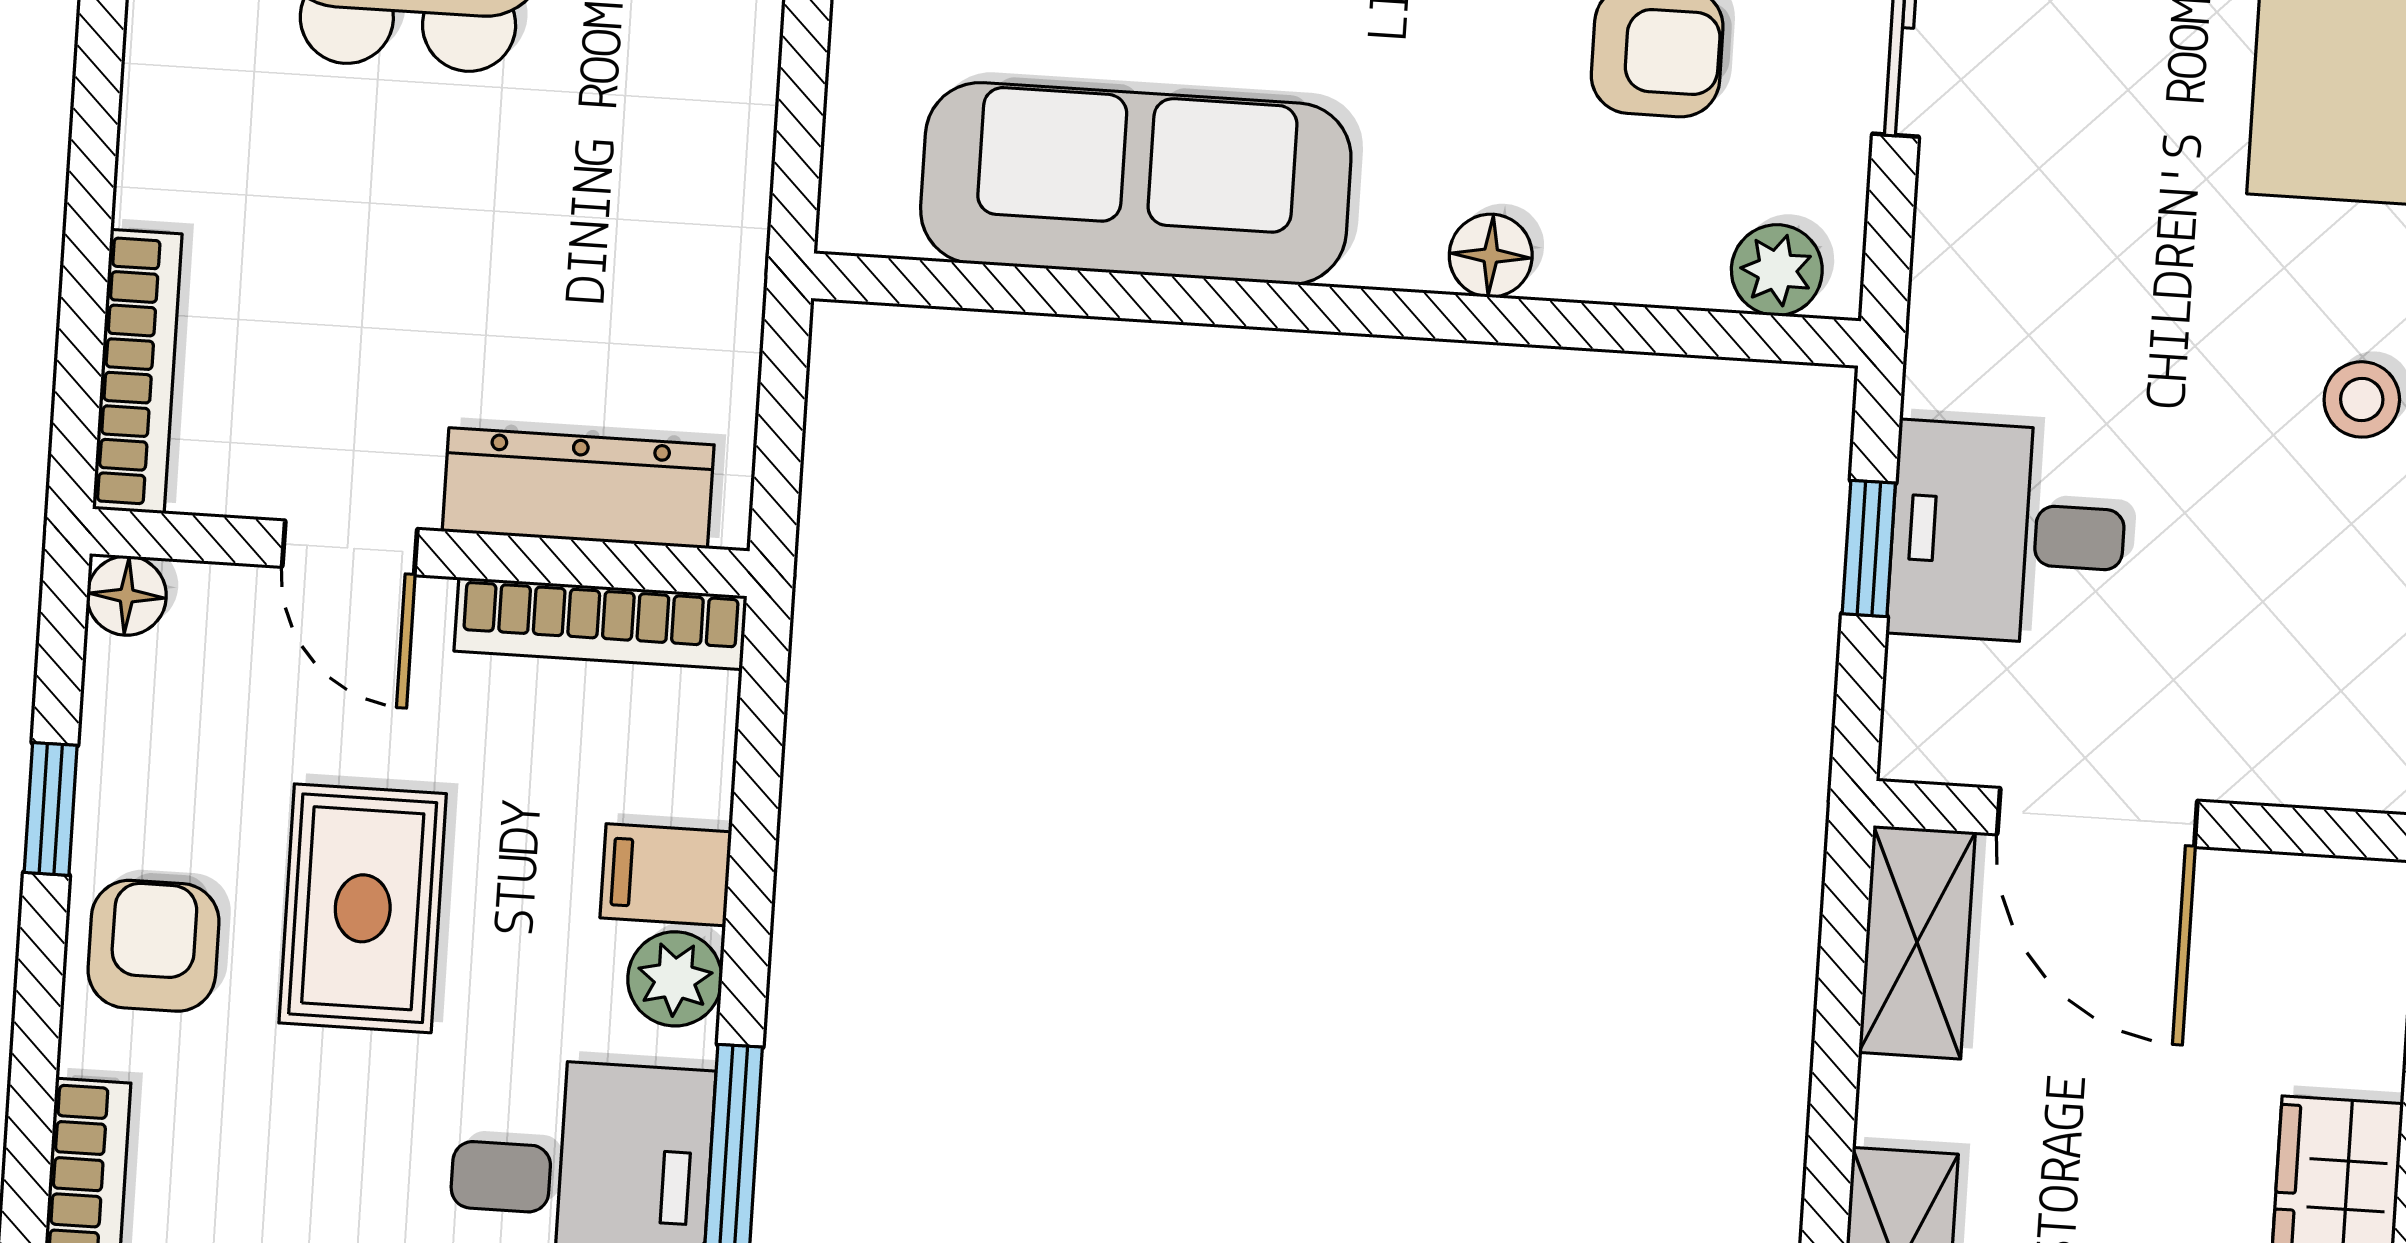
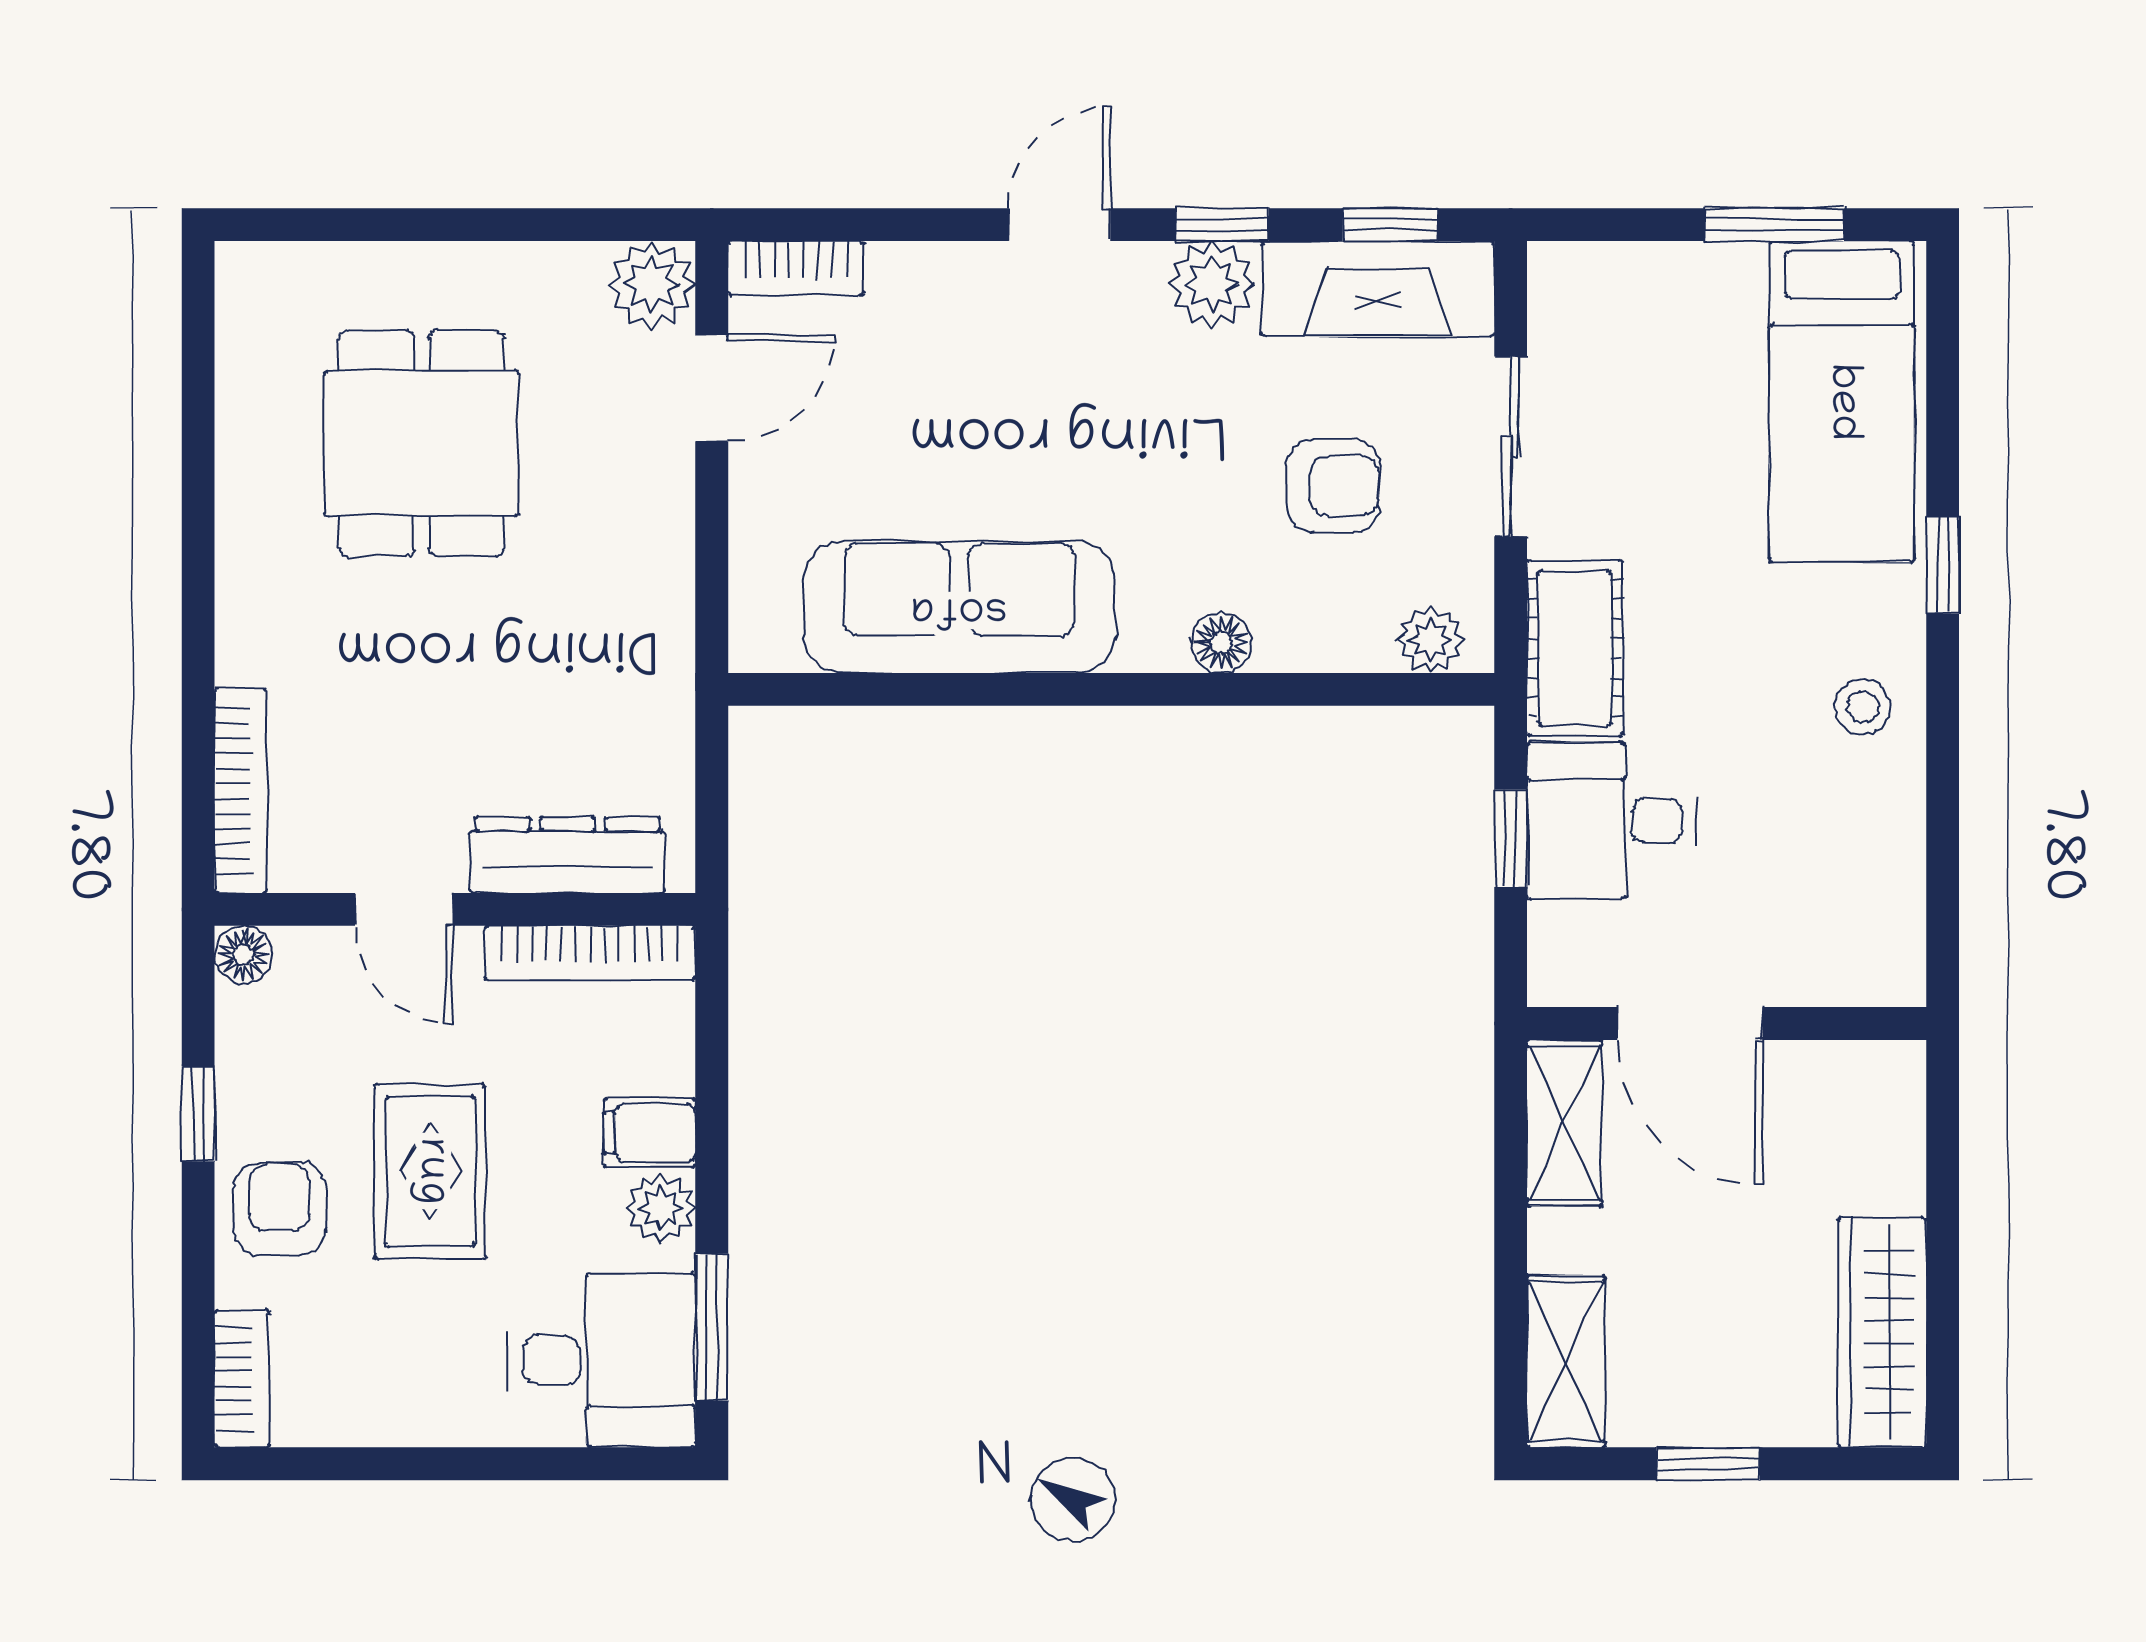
cot: (1973, 294) -> (1575, 648), added

